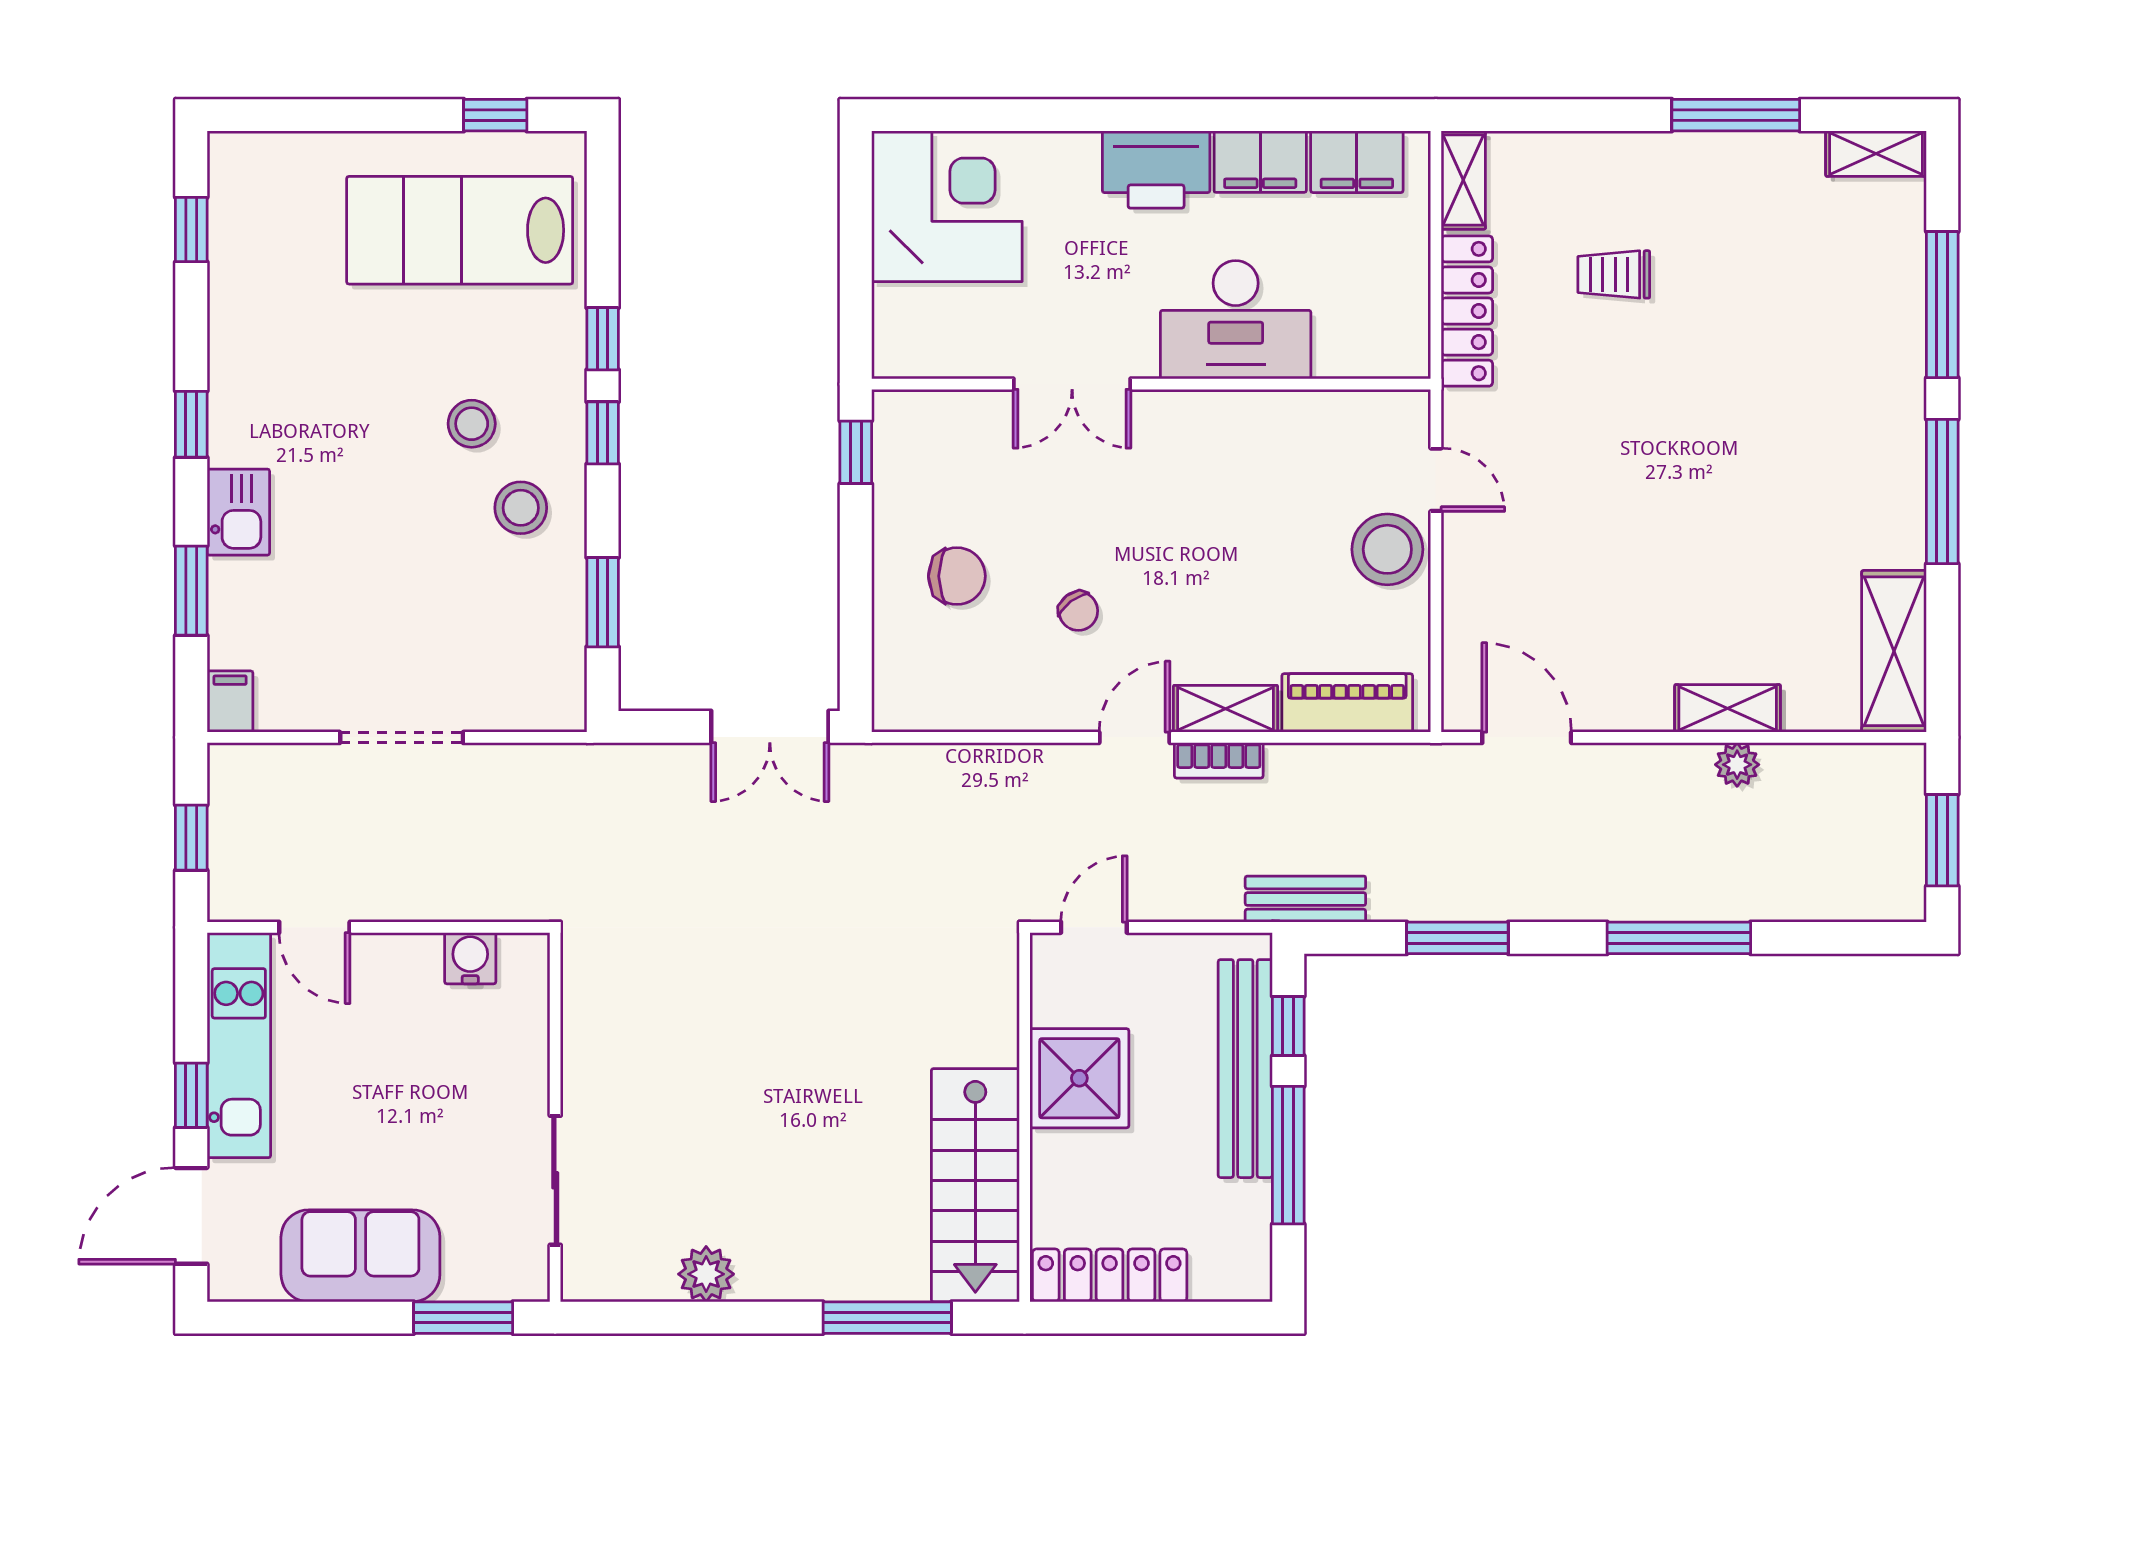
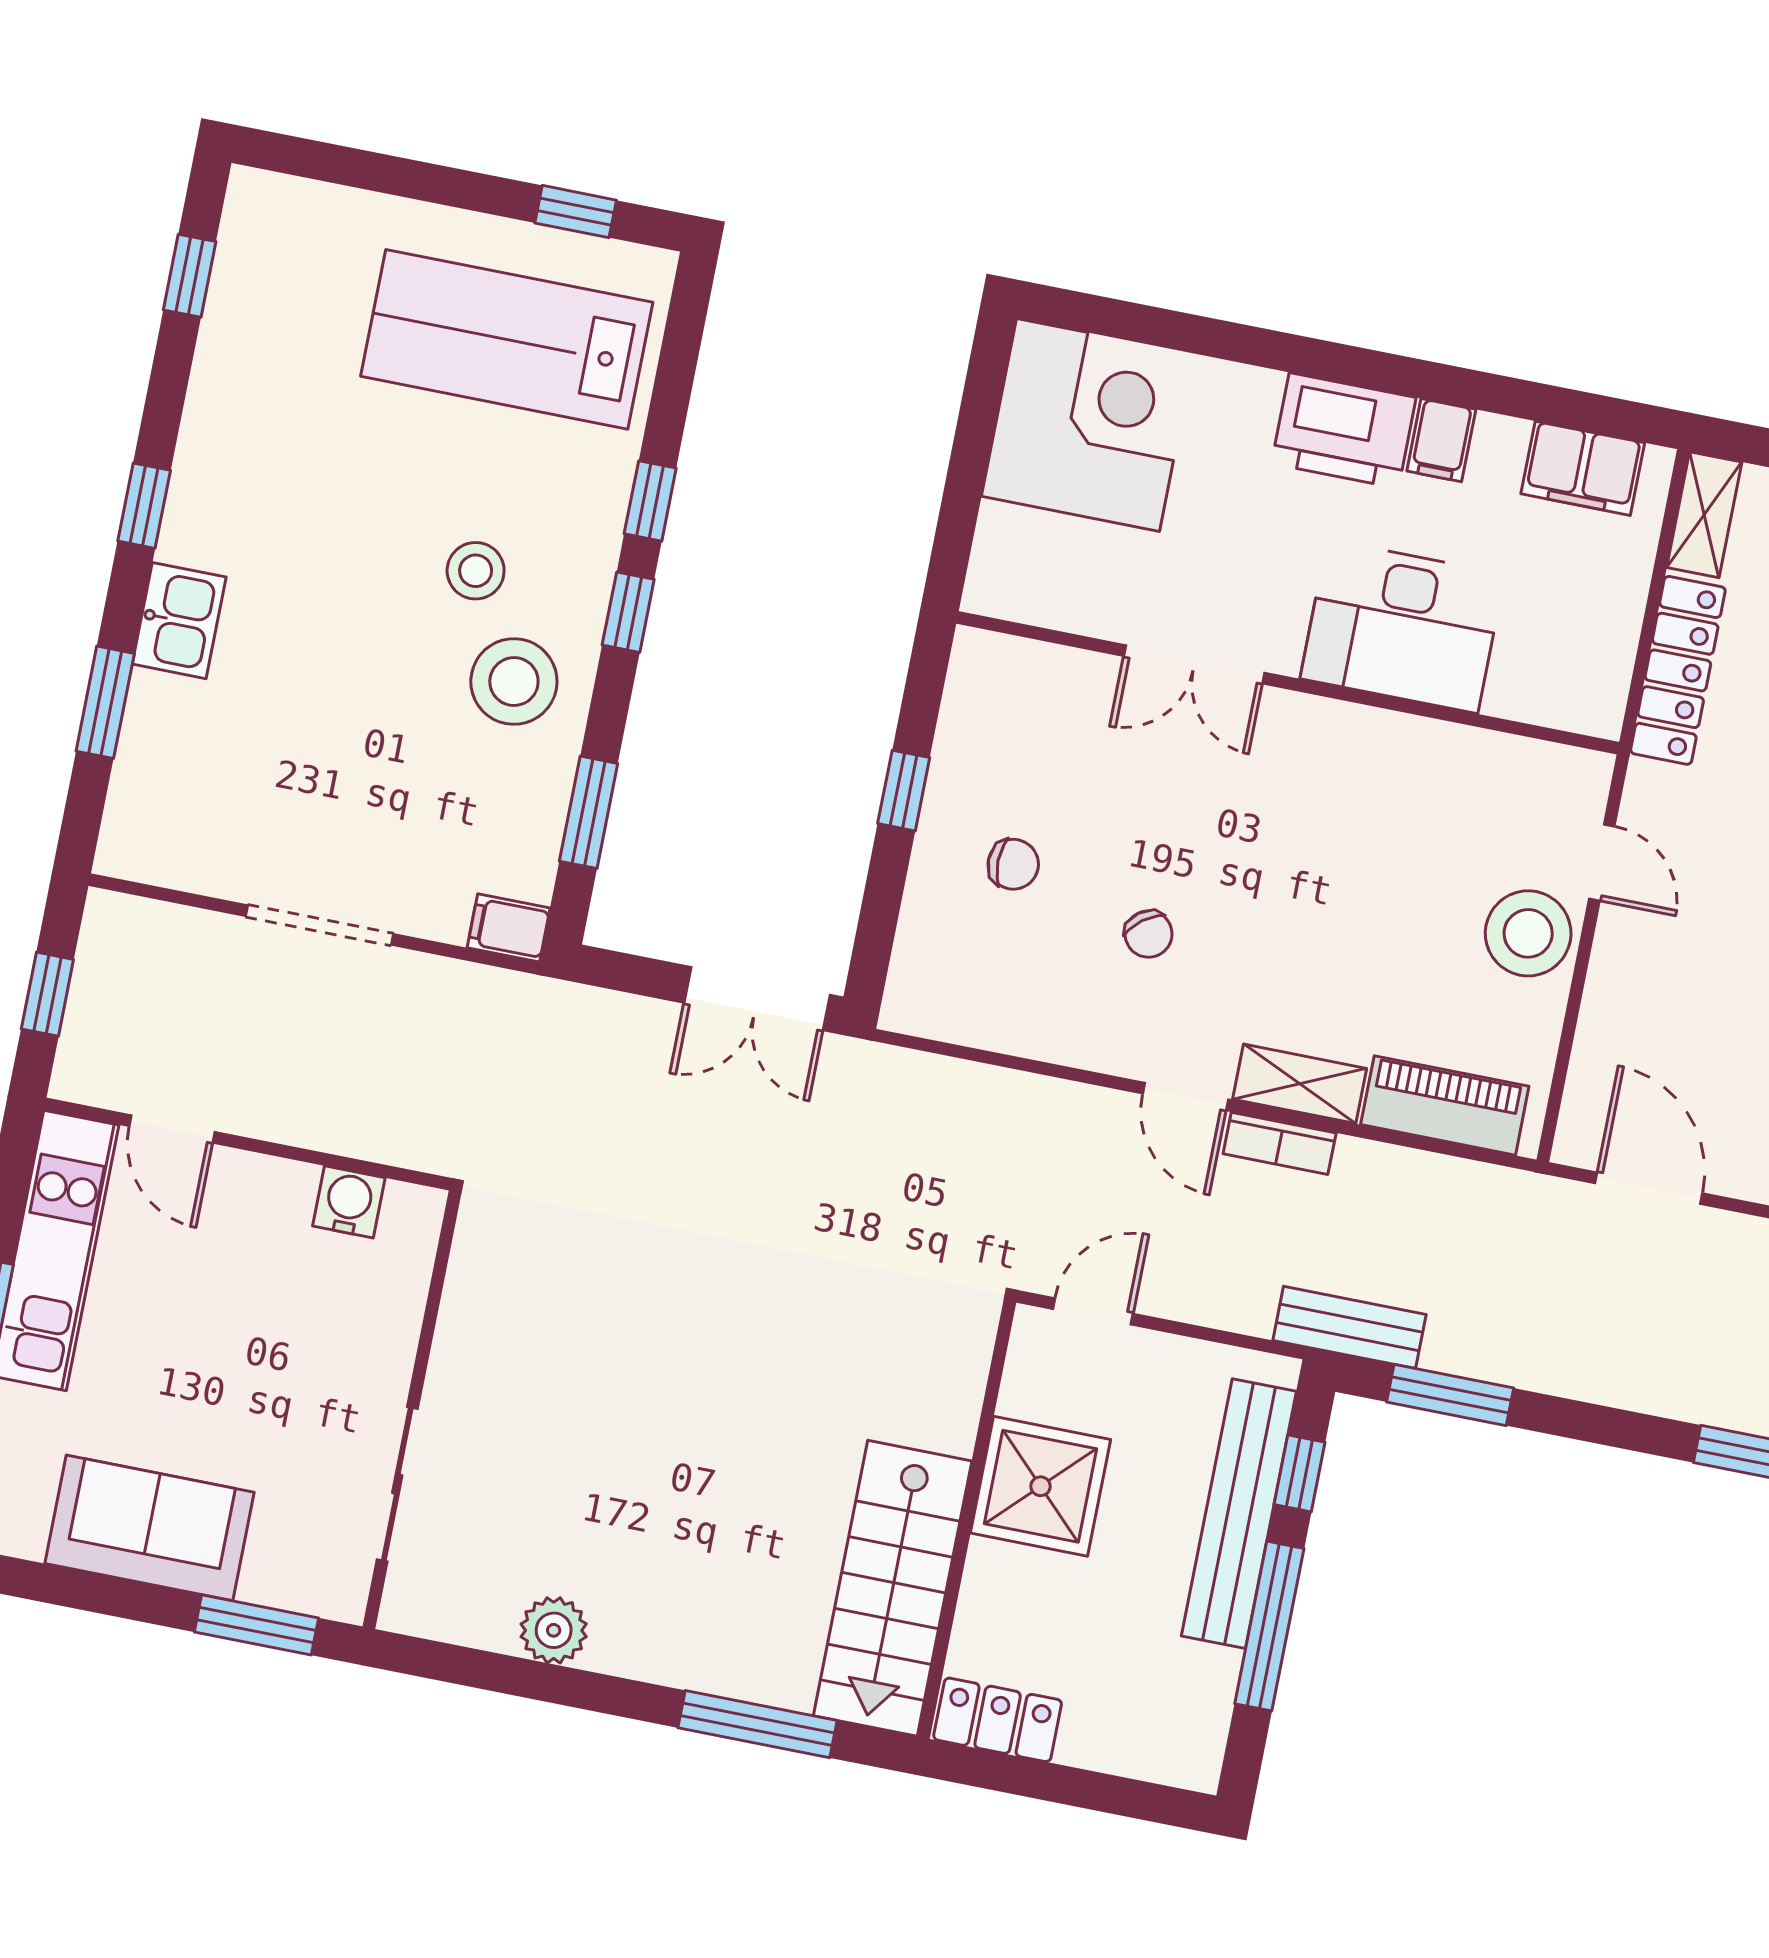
filing cabinet: (1260, 162) -> (1441, 440), width x0.50
window: (856, 452) -> (904, 791), moved
stool: (521, 508) -> (514, 682), width x1.38, depth x1.38
chair: (957, 576) -> (1013, 864), width x0.73, depth x0.73
filing cabinet: (230, 702) -> (509, 928), moved, turned -90
door: (1135, 737) -> (1185, 1096), swing flipped
window: (1457, 938) -> (1450, 1395), moved
locker: (1110, 1275) -> (998, 1720), width x0.66

